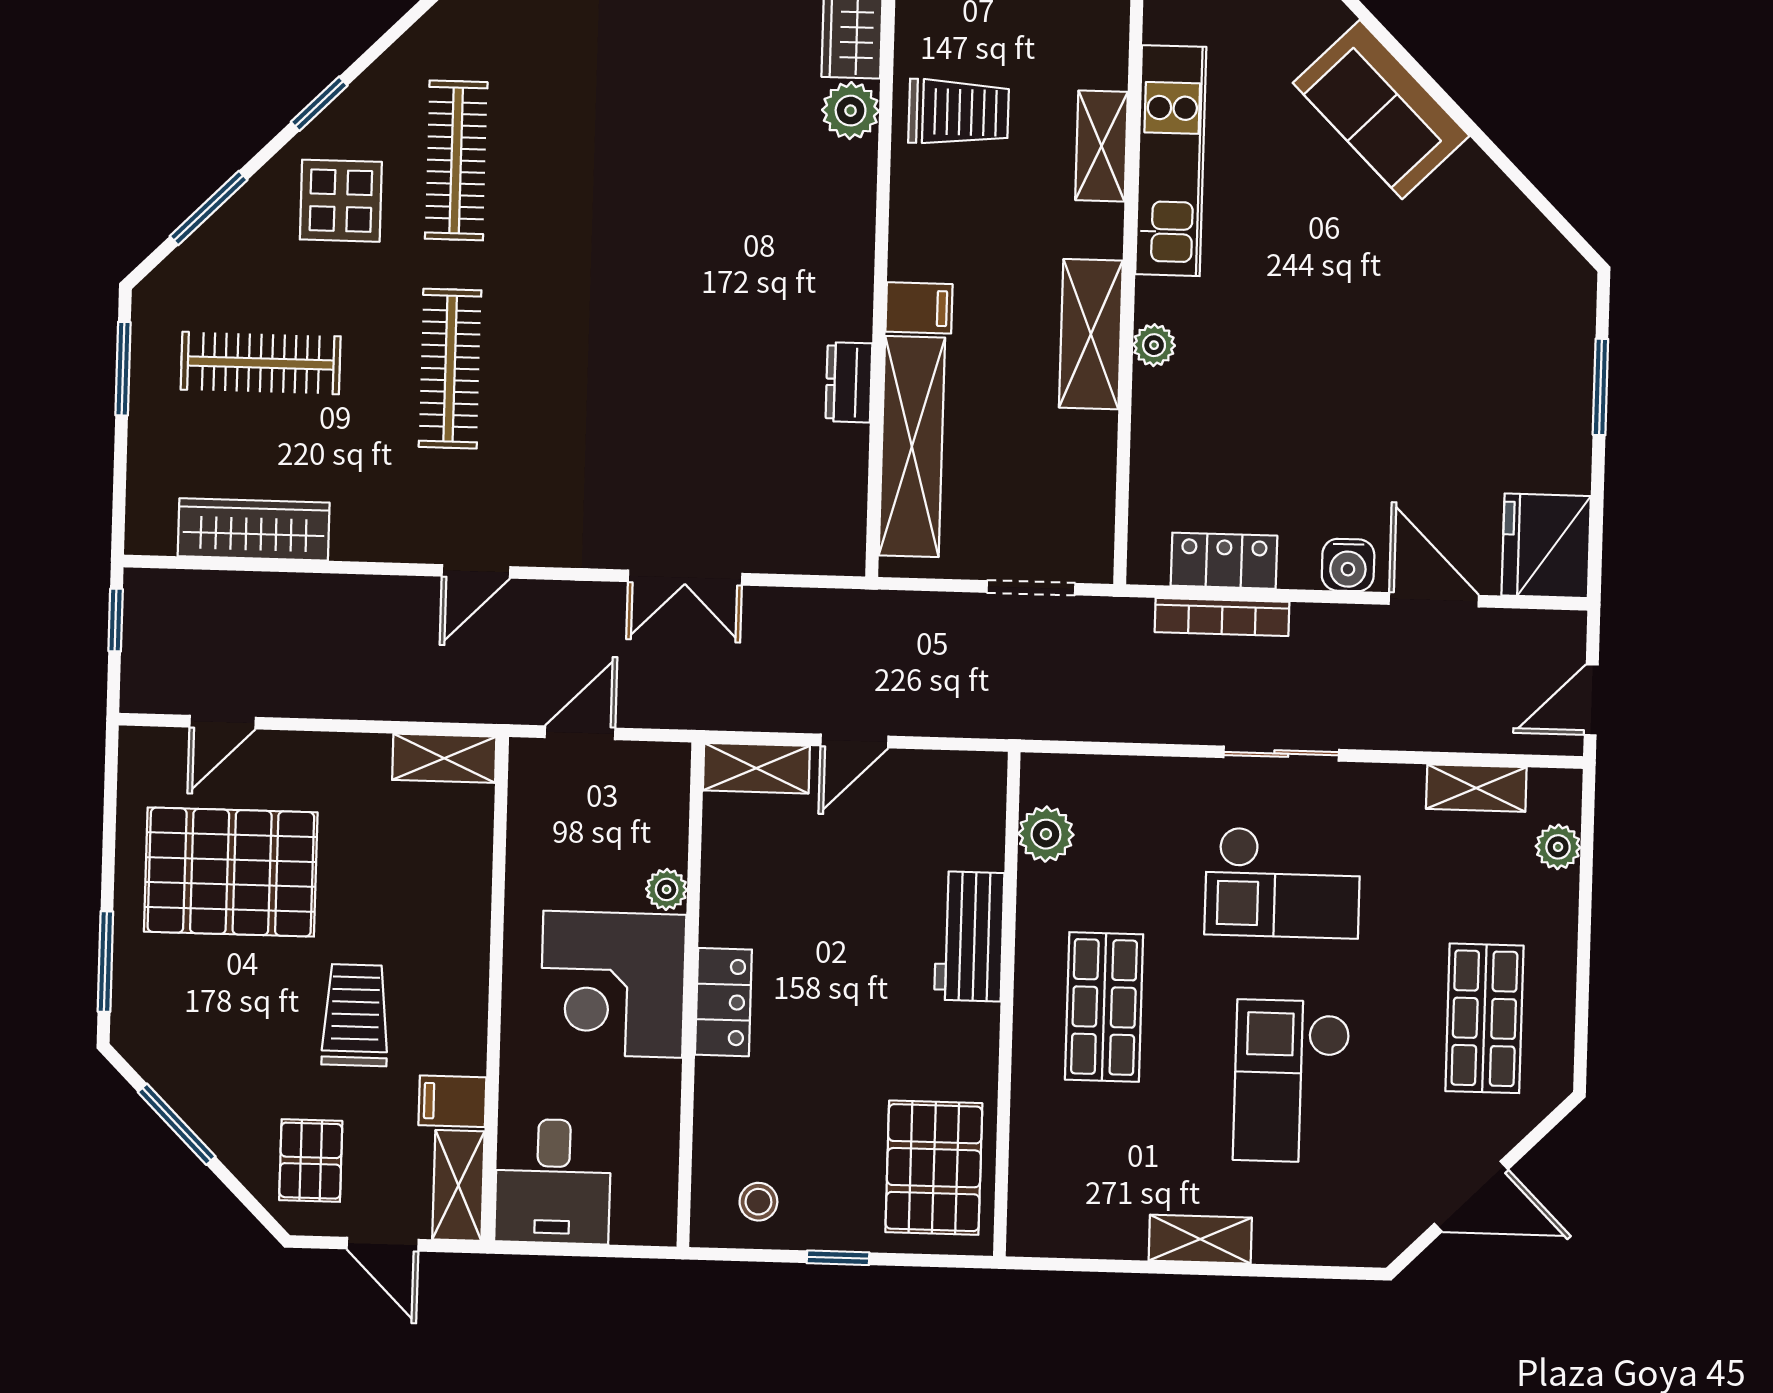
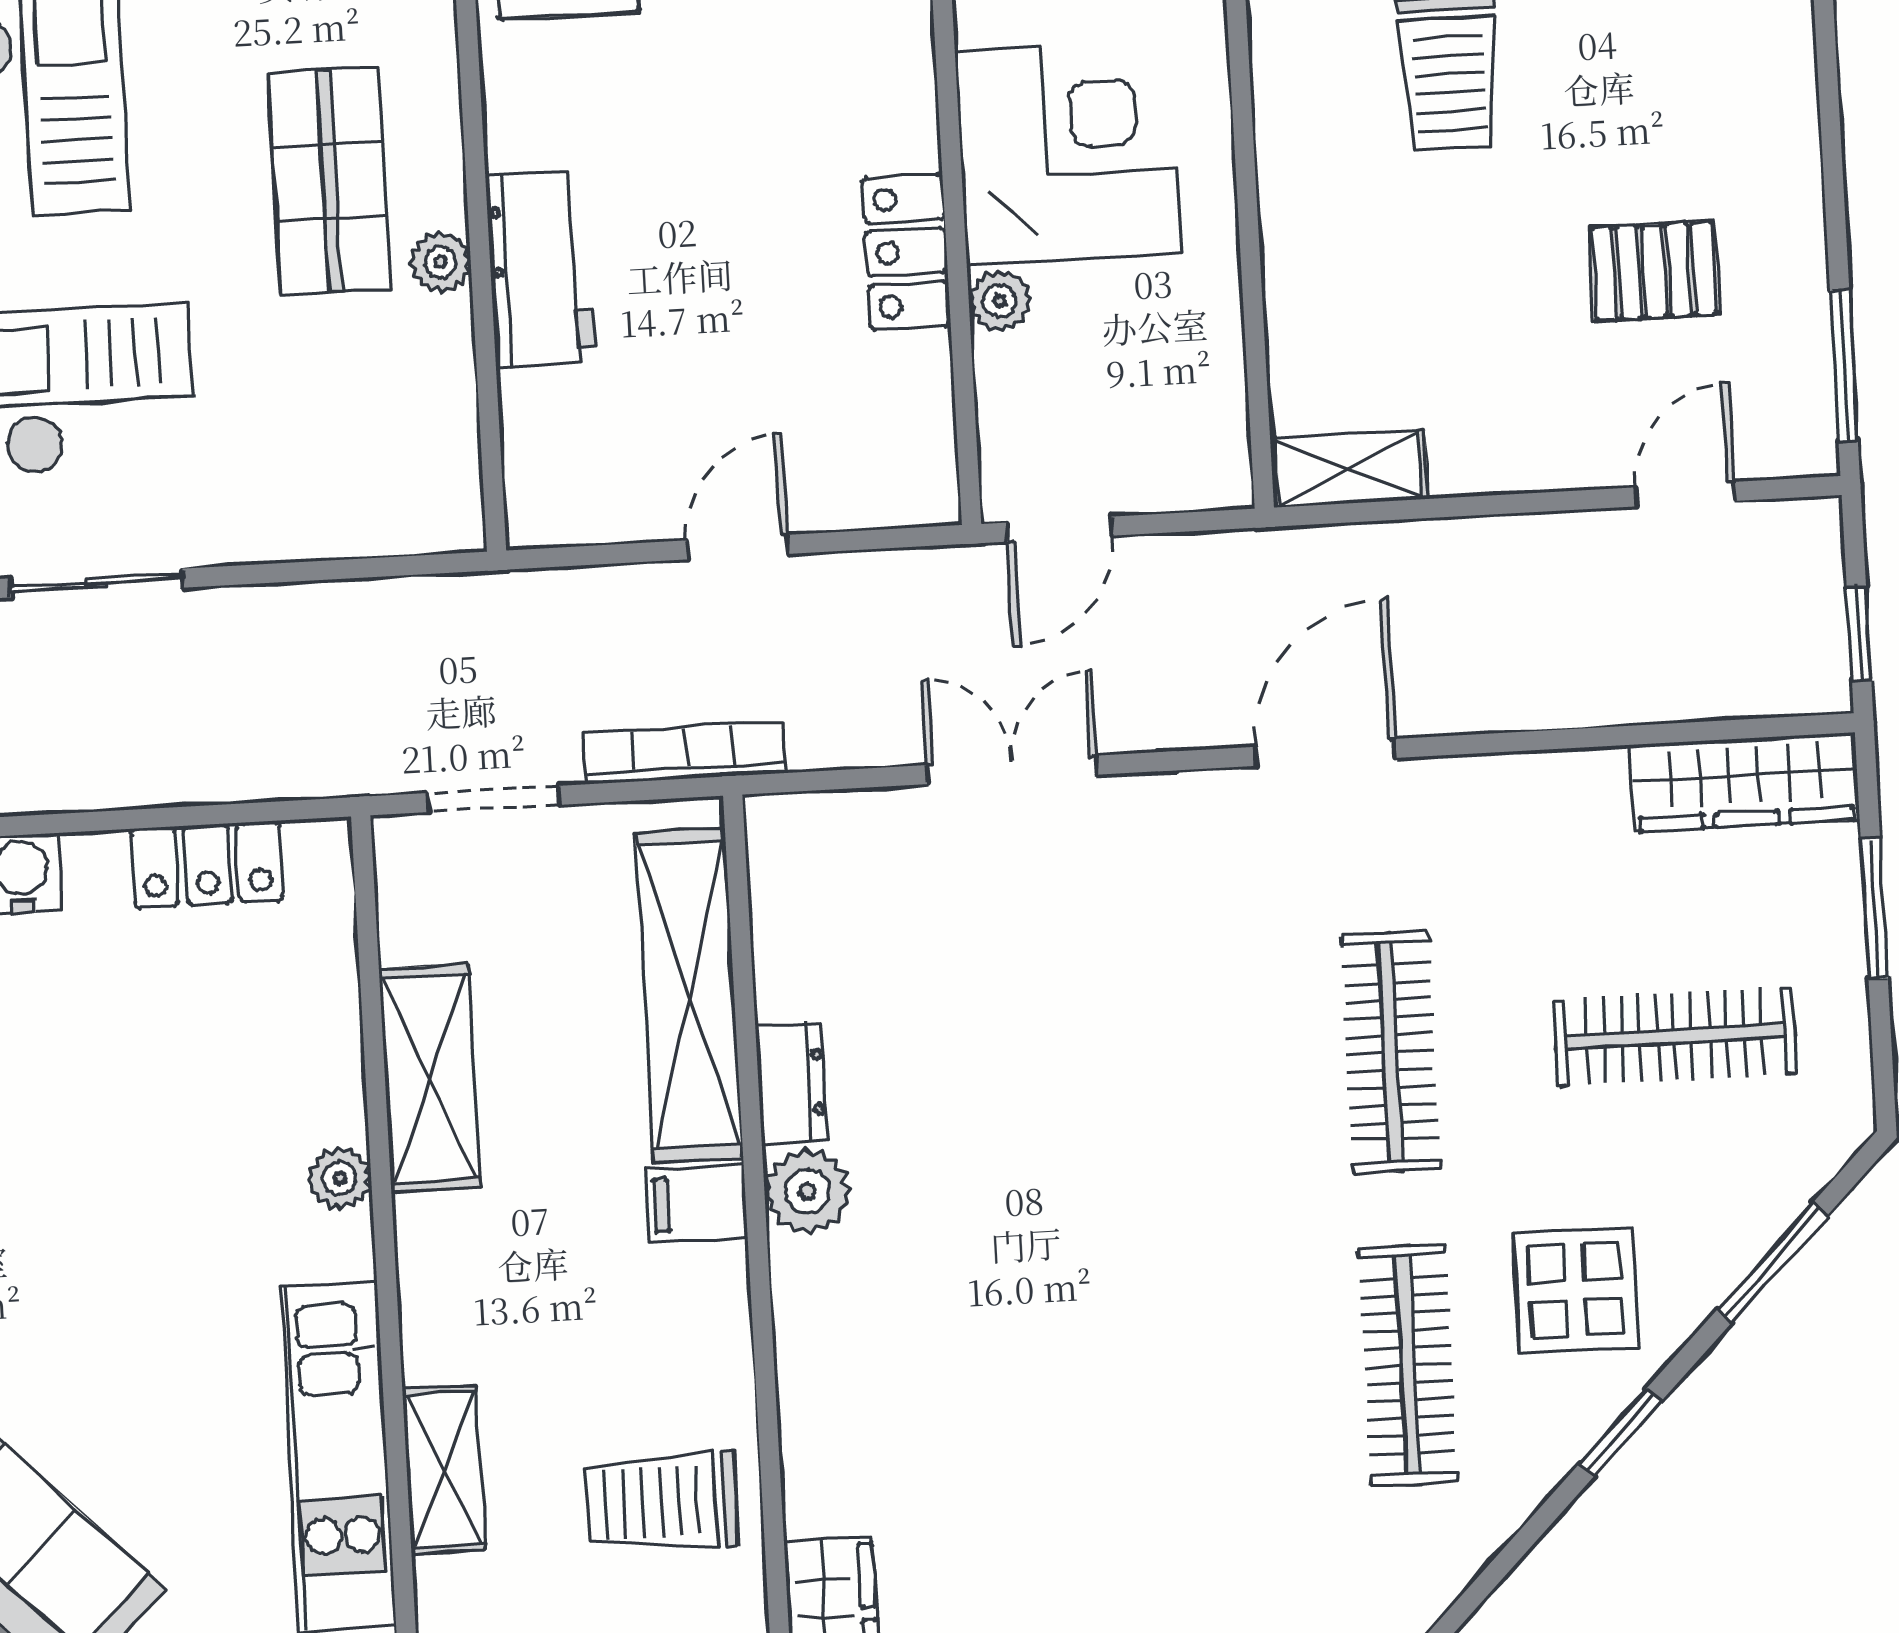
plant: (851, 111) -> (807, 1191), moved
shelving: (1091, 334) -> (429, 1078), moved
window: (123, 369) -> (1874, 909), moved
wardrobe: (254, 529) -> (1745, 782), moved
door: (476, 571) -> (1326, 752), width x1.38
bookcase: (1222, 617) -> (684, 753), moved
door: (580, 733) -> (1059, 529), moved
shelving: (756, 768) -> (881, 494), removed
plant: (1046, 834) -> (441, 262), moved, width x0.73, depth x0.73
pallet: (231, 872) -> (1654, 271), width x0.49, depth x0.50
window: (105, 962) -> (1844, 365), moved
locker: (723, 1002) -> (906, 252), moved

